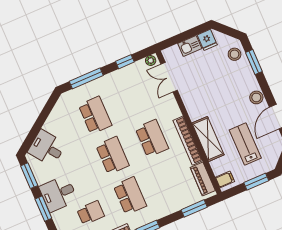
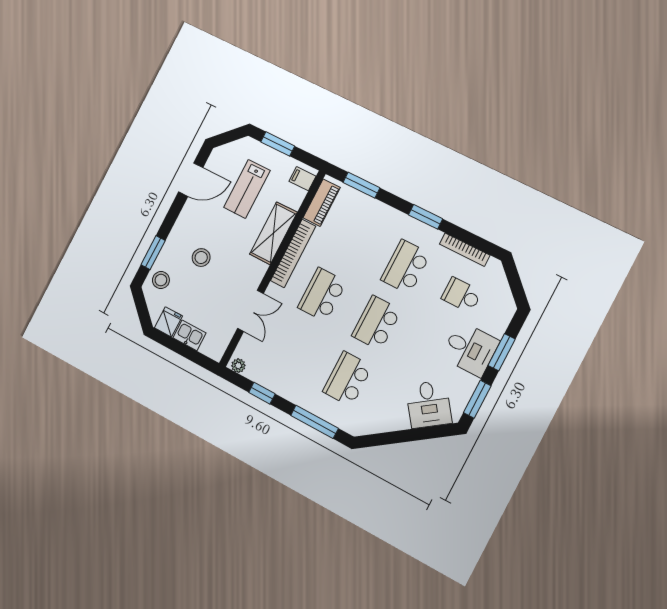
double door: (169, 77) -> (250, 311), moved
stool: (256, 97) -> (201, 258), moved

